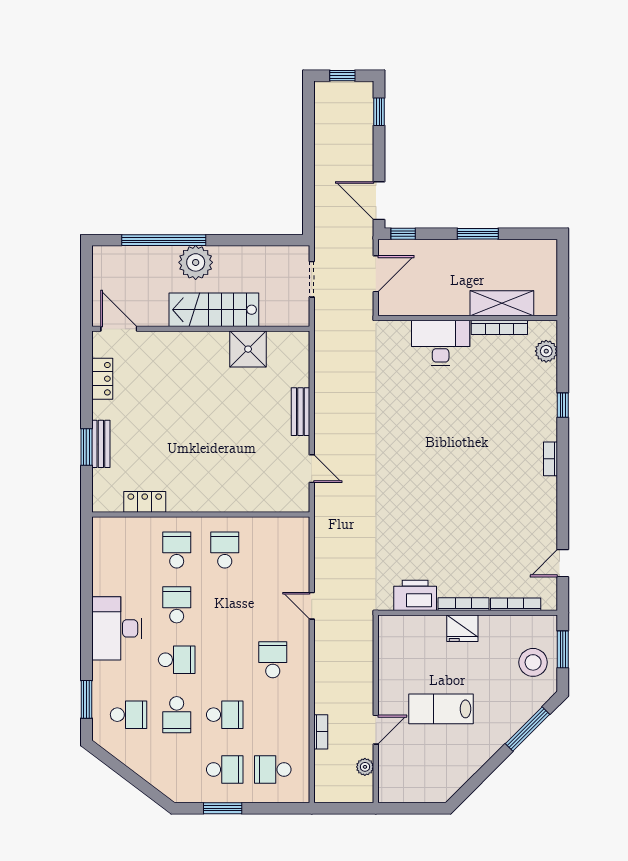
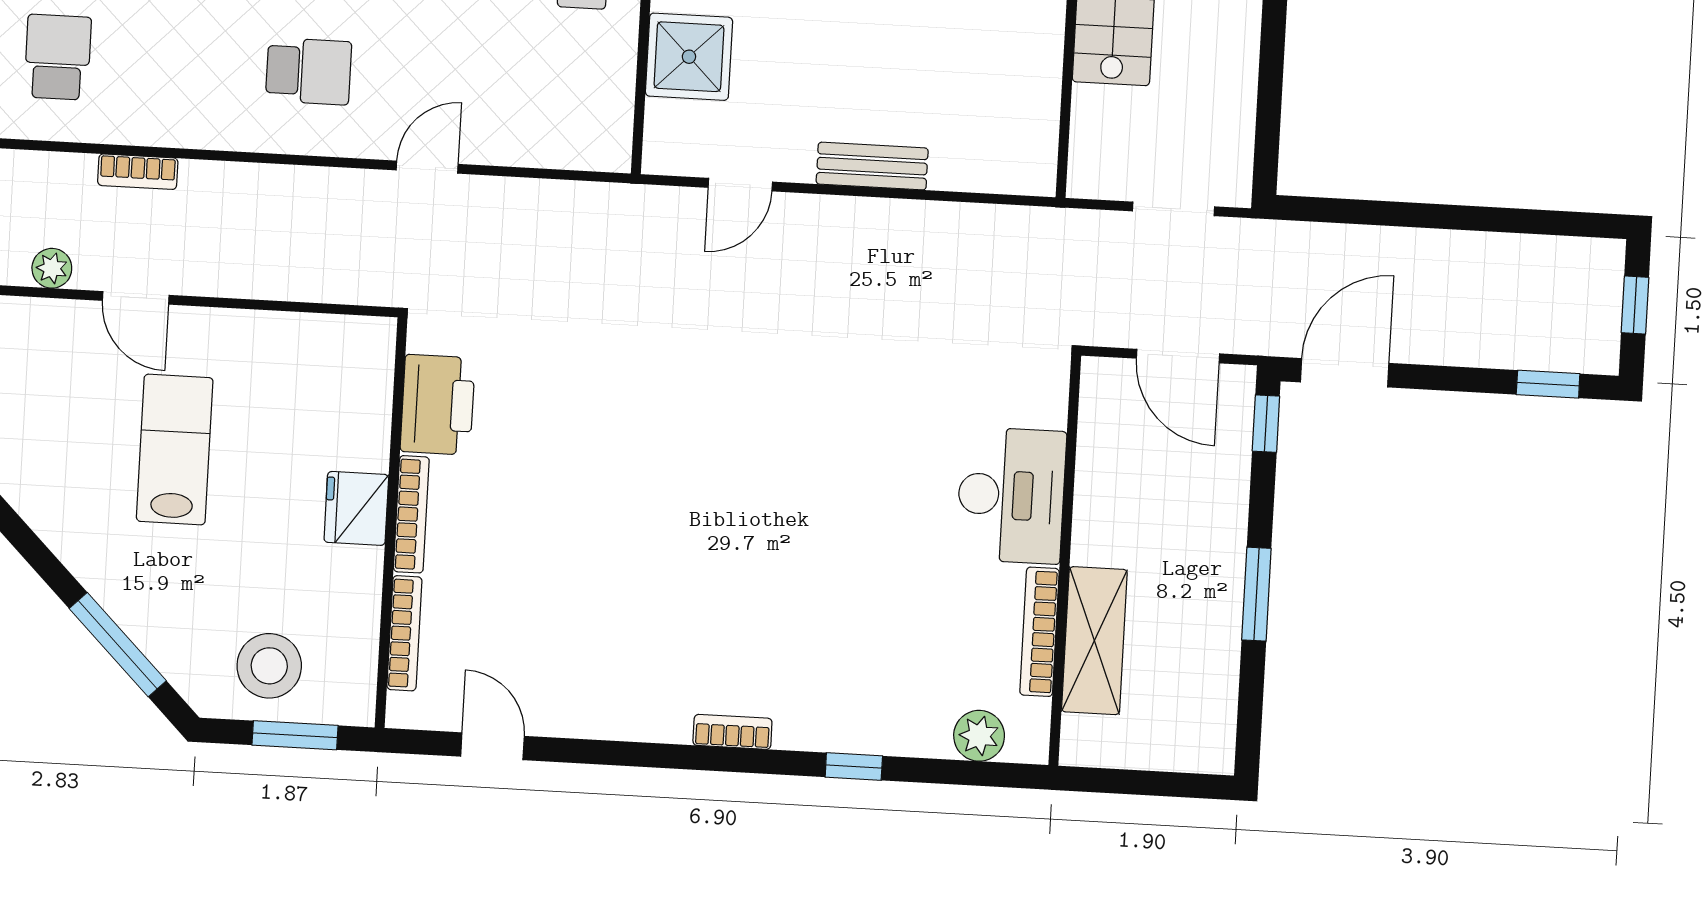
shower: (248, 349) -> (689, 57), moved

